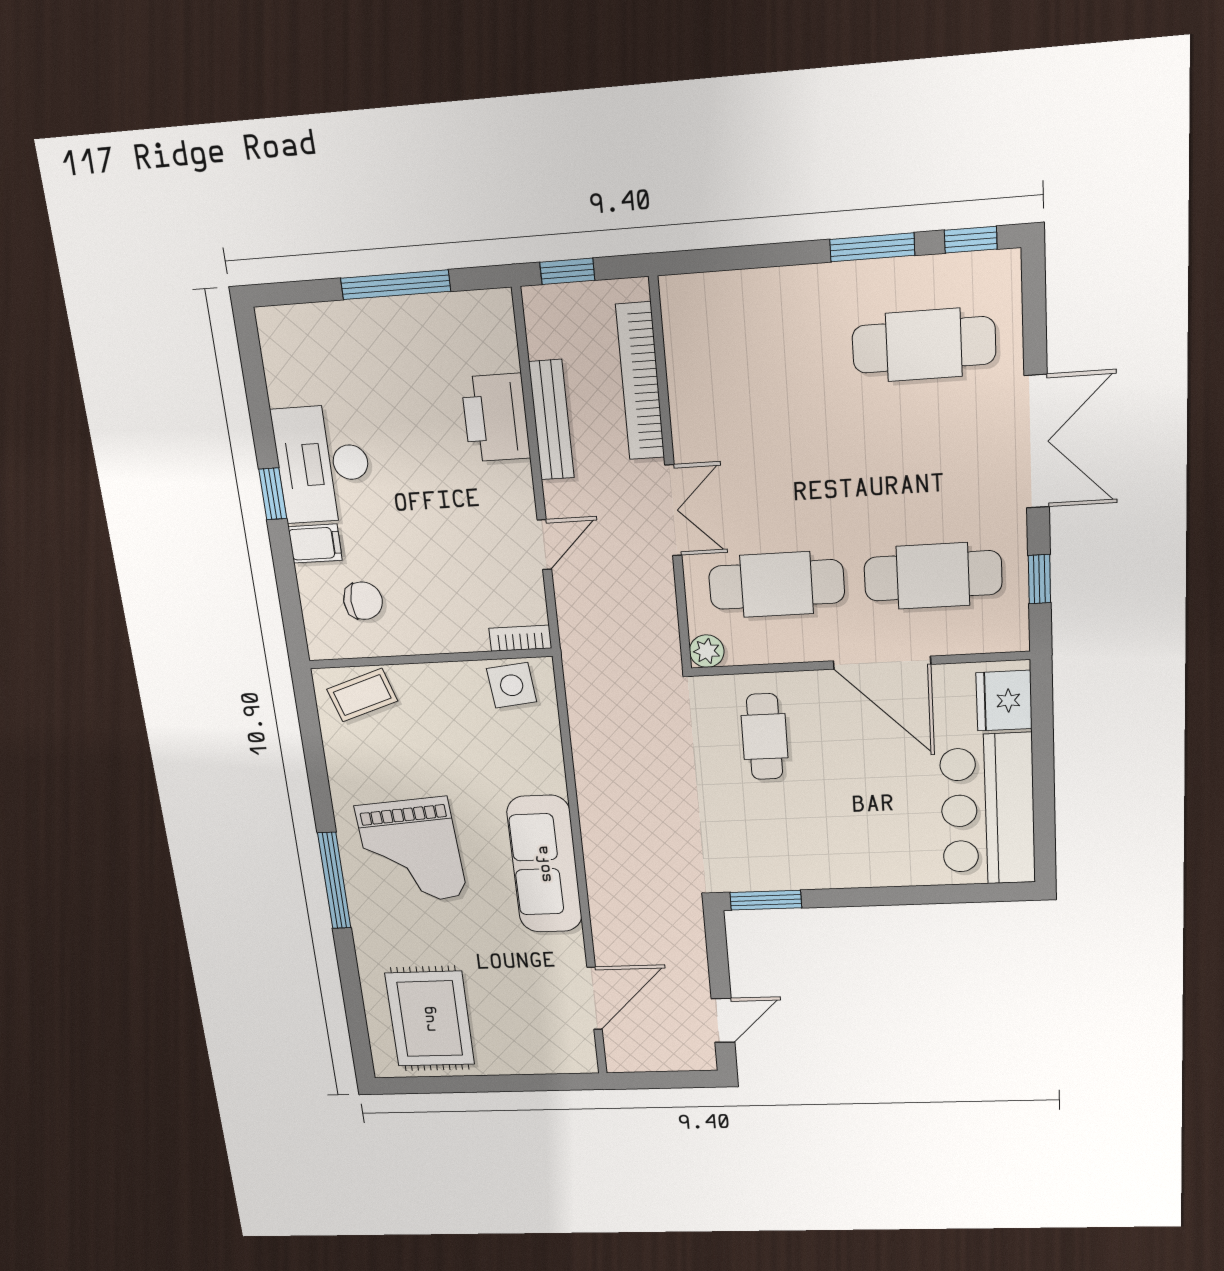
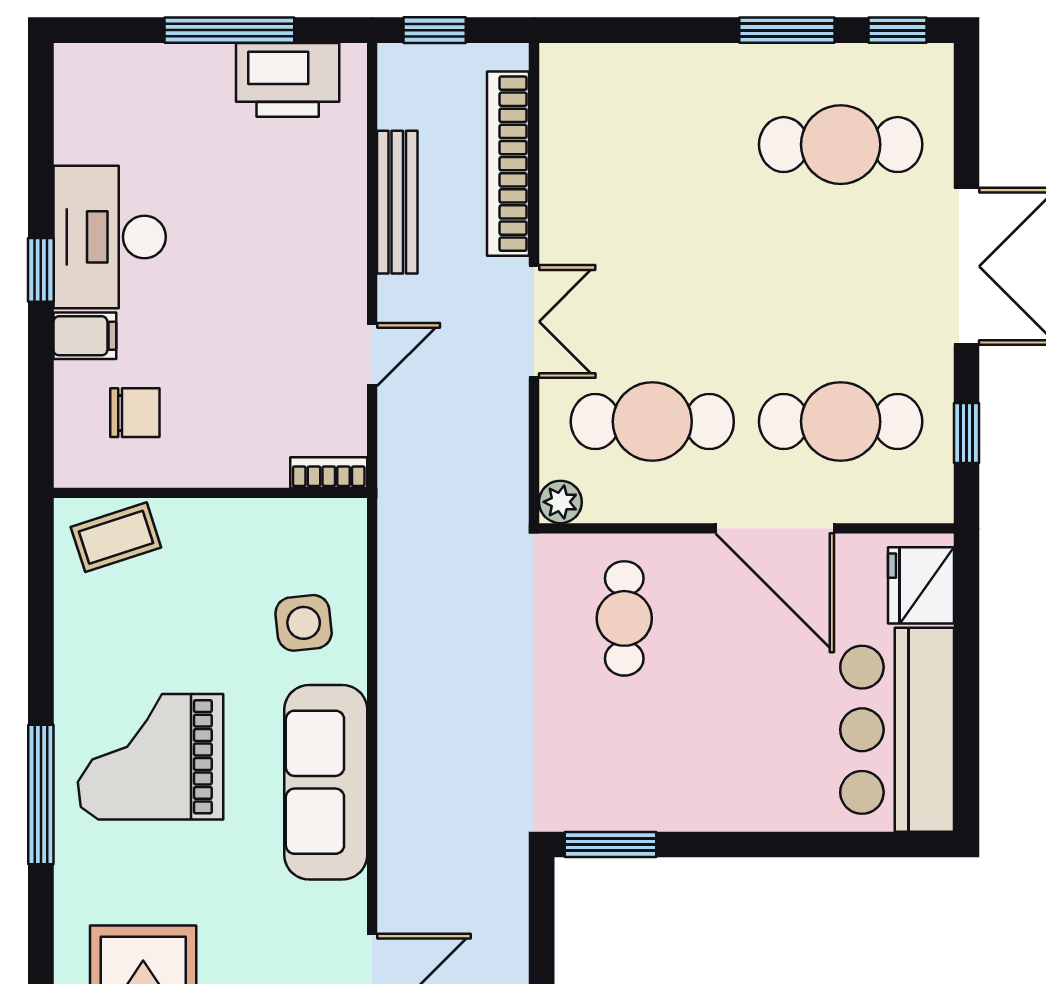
printer: (496, 418) -> (288, 80), moved, turned -90
side table: (512, 685) -> (304, 623), moved
grand piano: (411, 851) -> (151, 757), turned 94

